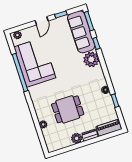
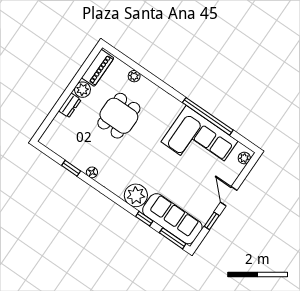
piano: (109, 128) -> (98, 68), moved

